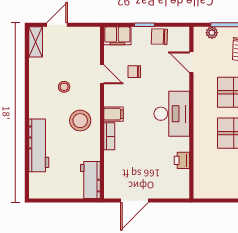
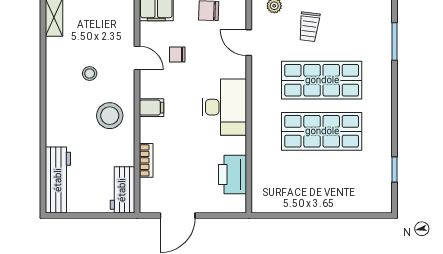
bookcase: (109, 136) -> (146, 160), moved
workbench: (39, 145) -> (58, 180), moved
printer: (182, 160) -> (232, 174), width x1.87, depth x1.48

